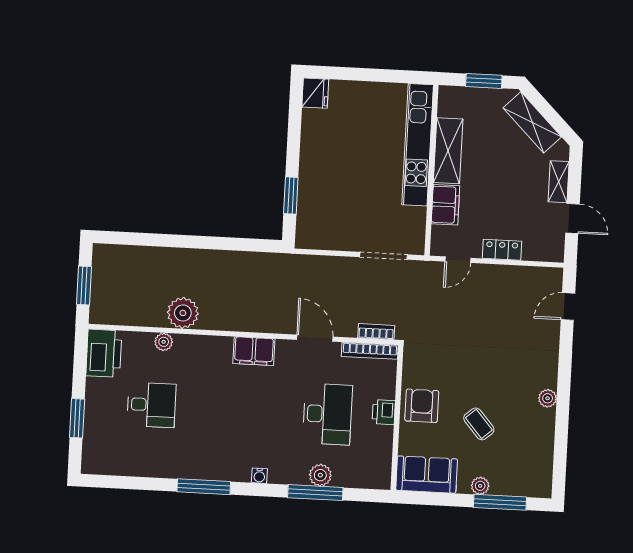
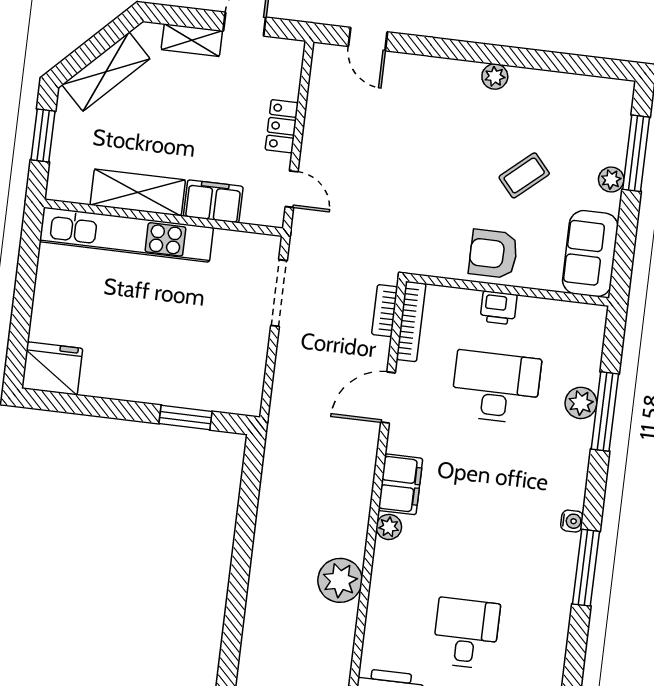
fridge: (315, 93) -> (52, 368), width x1.36, depth x1.34
plant: (164, 342) -> (389, 527), moved
water cooler: (259, 476) -> (572, 521), moved

